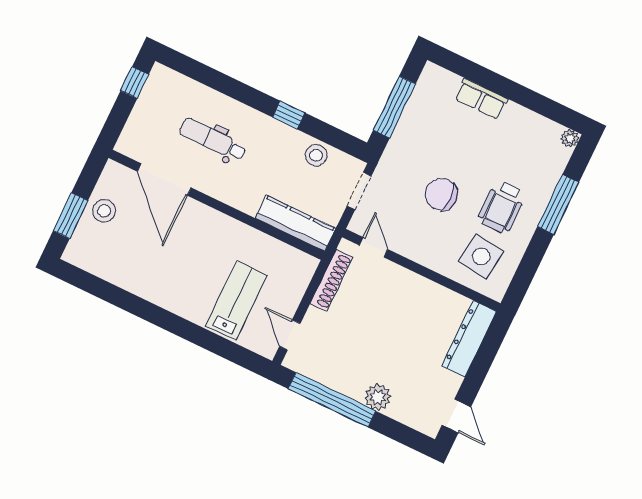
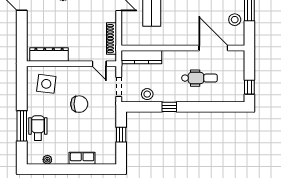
window: (394, 107) -> (121, 135), width x0.46
plant: (570, 138) -> (47, 160), moved
wheelchair: (502, 207) -> (38, 128), moved
dresser: (469, 339) -> (49, 54), moved, turned -90

